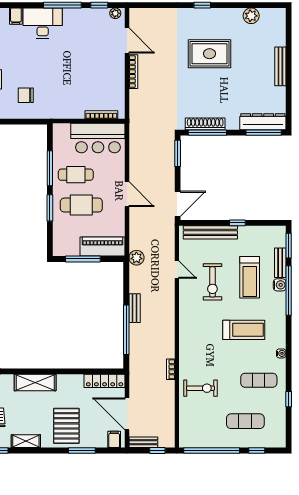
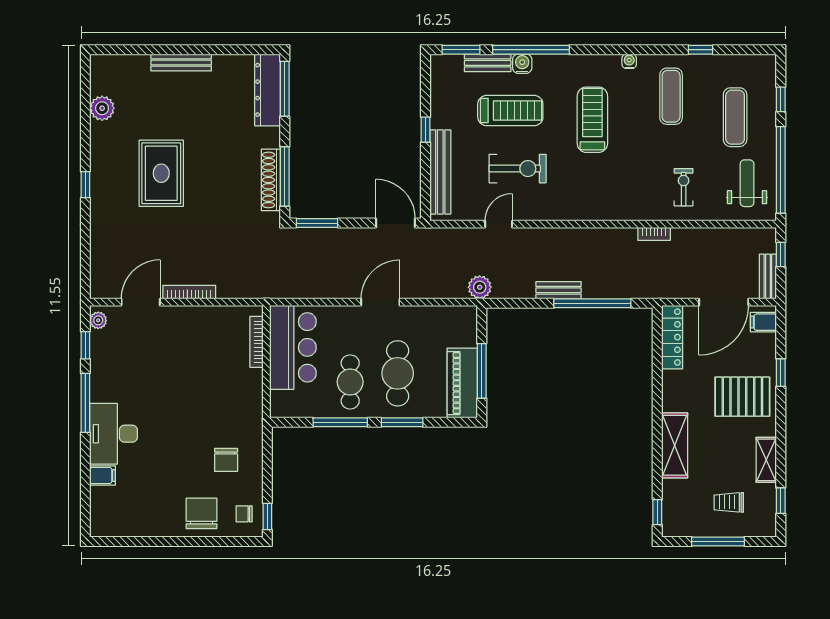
piano: (102, 246) -> (462, 383), moved
exercise bike: (201, 388) -> (684, 187), width x0.73, depth x0.72
weight bench: (203, 429) -> (747, 183), added
window: (82, 450) -> (781, 373), width x0.67

